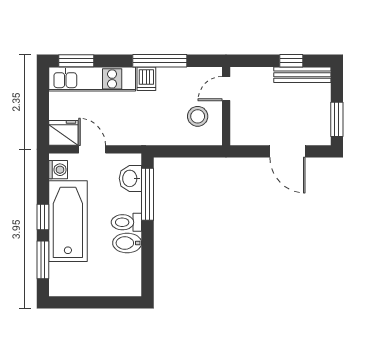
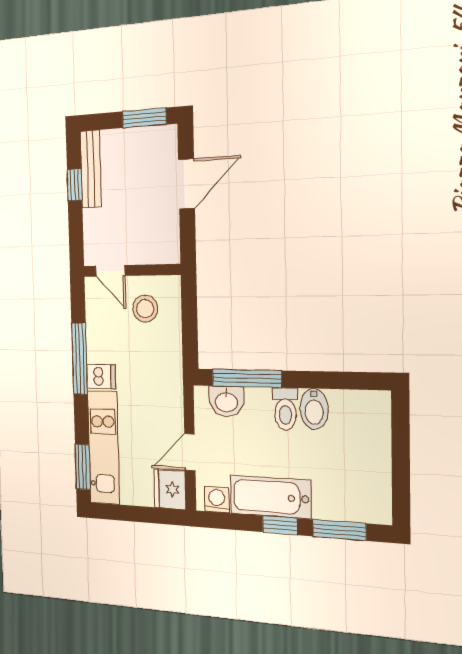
bathtub: (68, 221) -> (270, 497), width x0.73, depth x0.73

